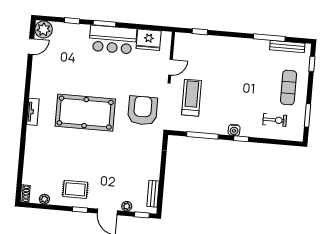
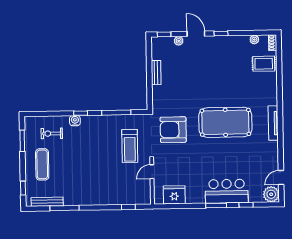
bar counter: (113, 40) -> (227, 191), moved
armchair: (143, 110) -> (173, 130), turned 90
tv unit: (33, 112) -> (273, 123), width x1.41
water cooler: (234, 130) -> (75, 121), moved
rug: (75, 189) -> (264, 64), moved
bench: (153, 194) -> (156, 73), moved

